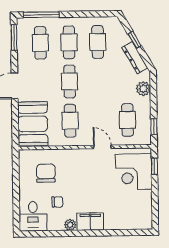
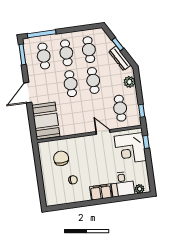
cafe table: (70, 121) -> (93, 80), moved
desk: (33, 216) -> (122, 184), moved
plant: (70, 225) -> (140, 189), moved

